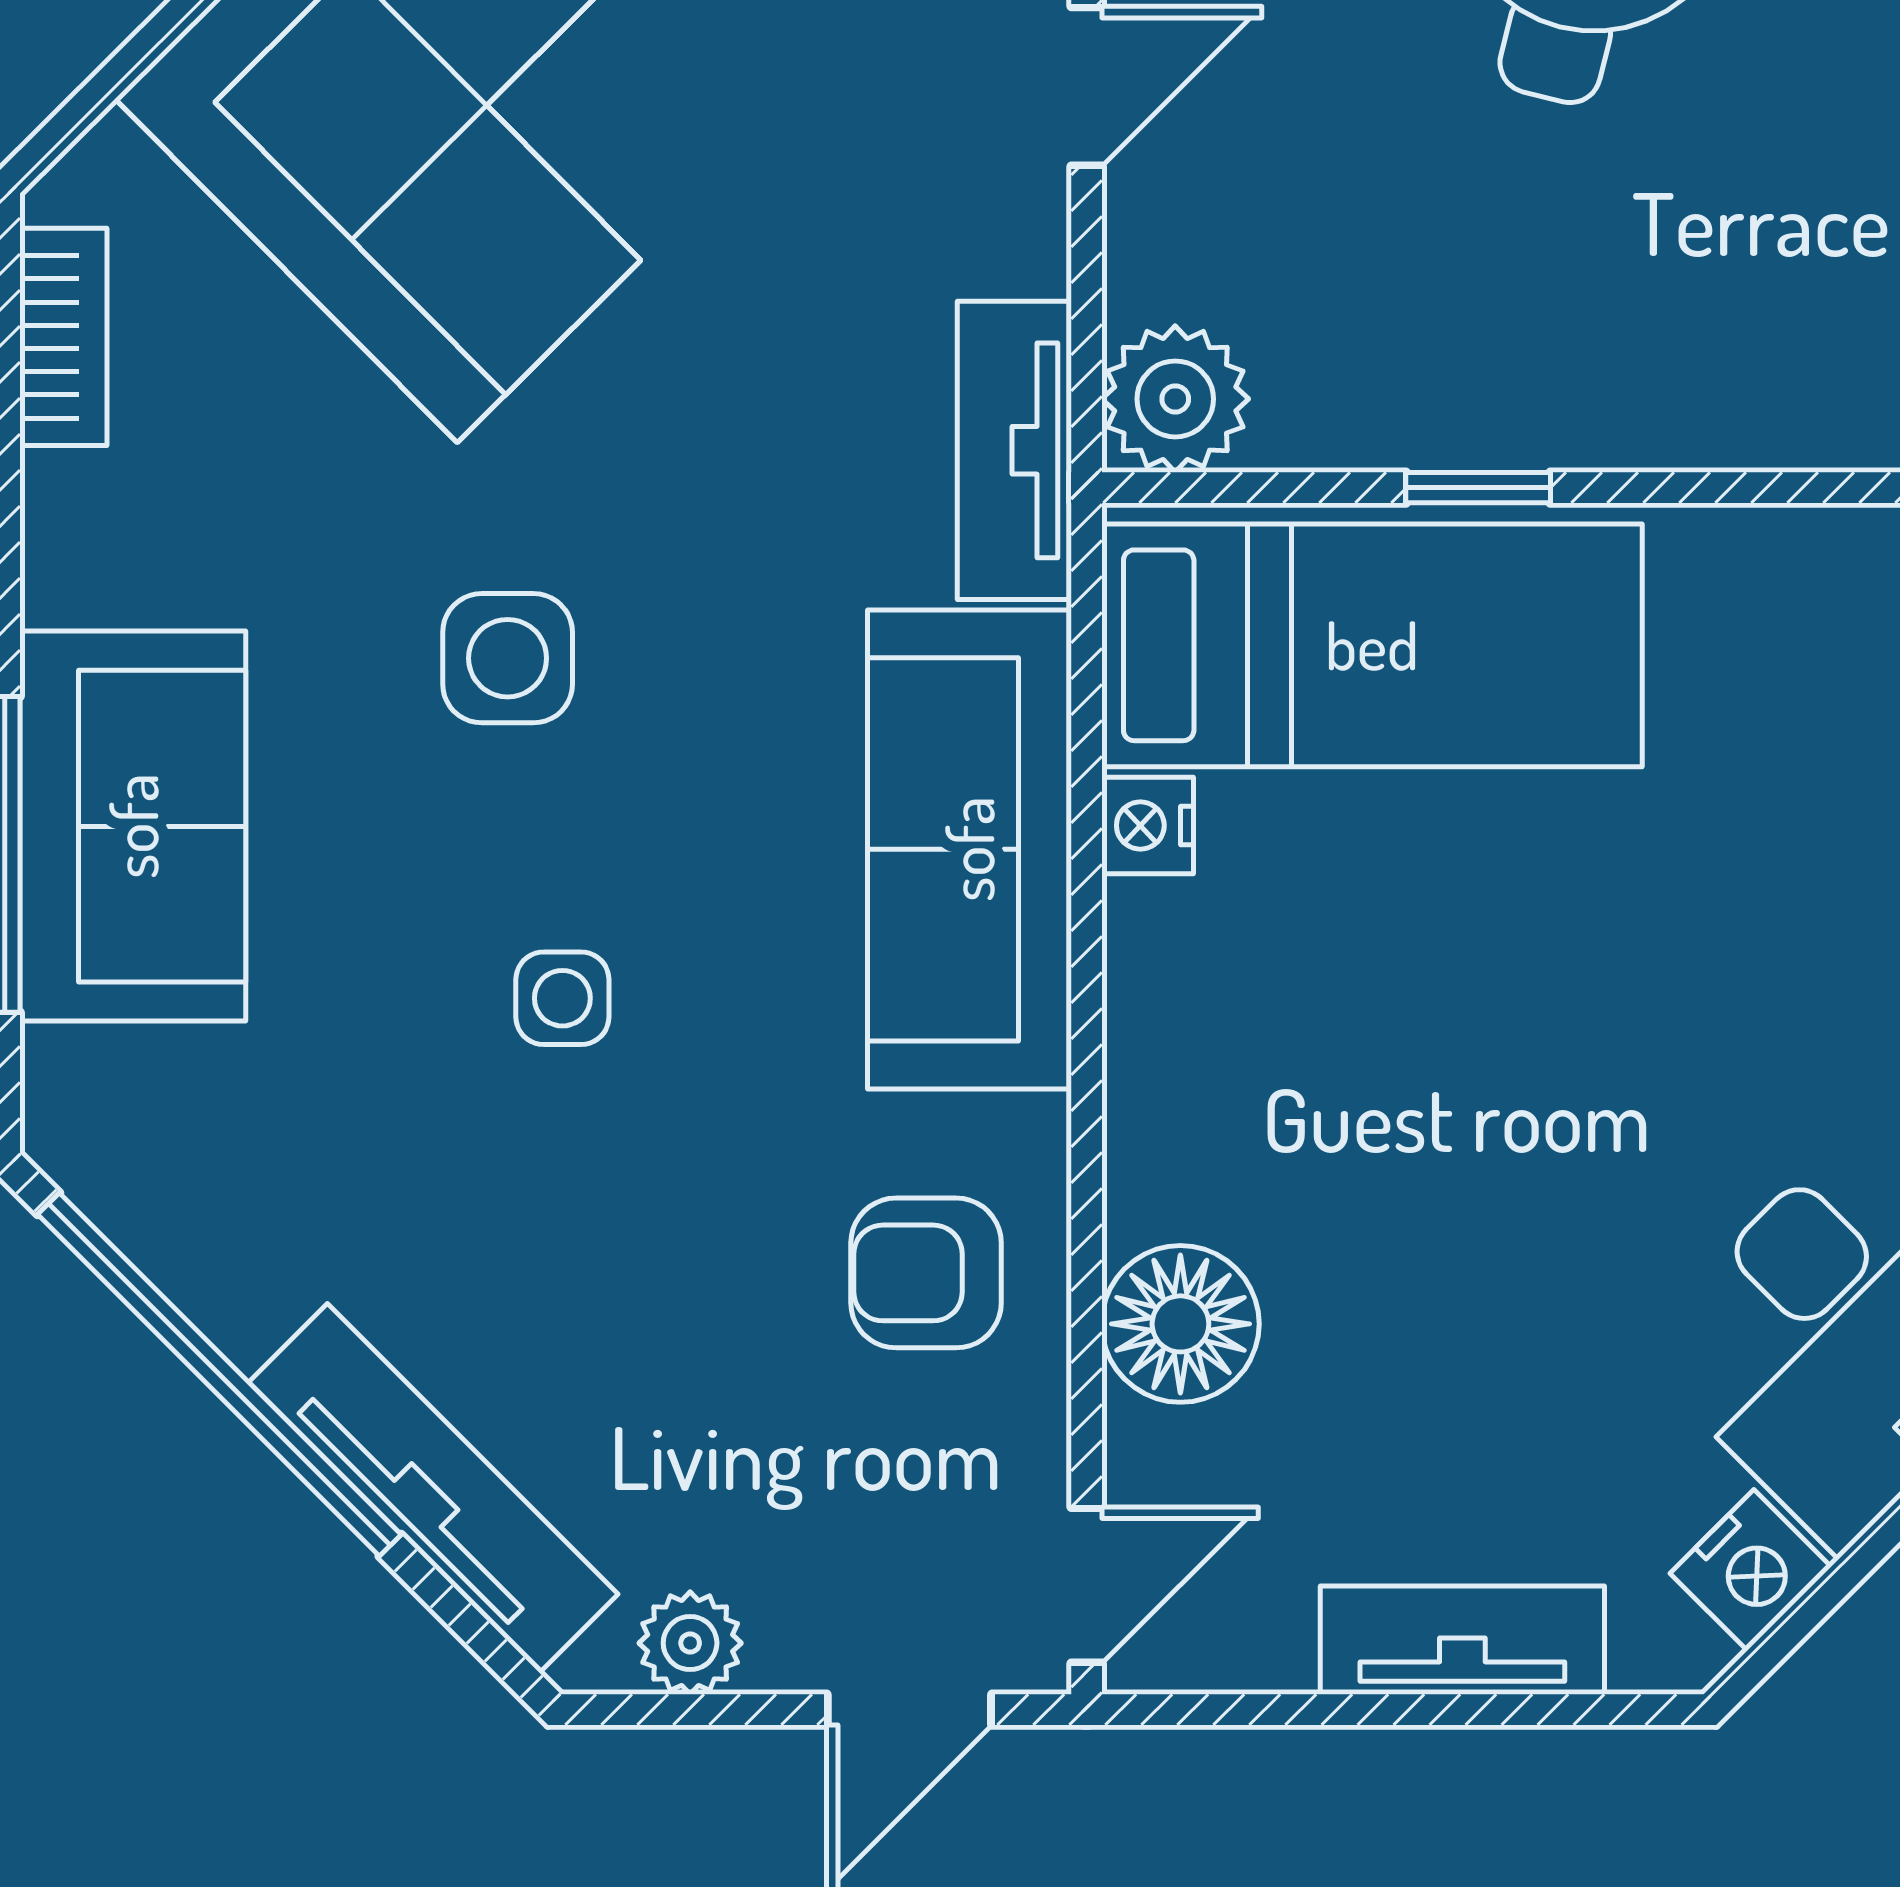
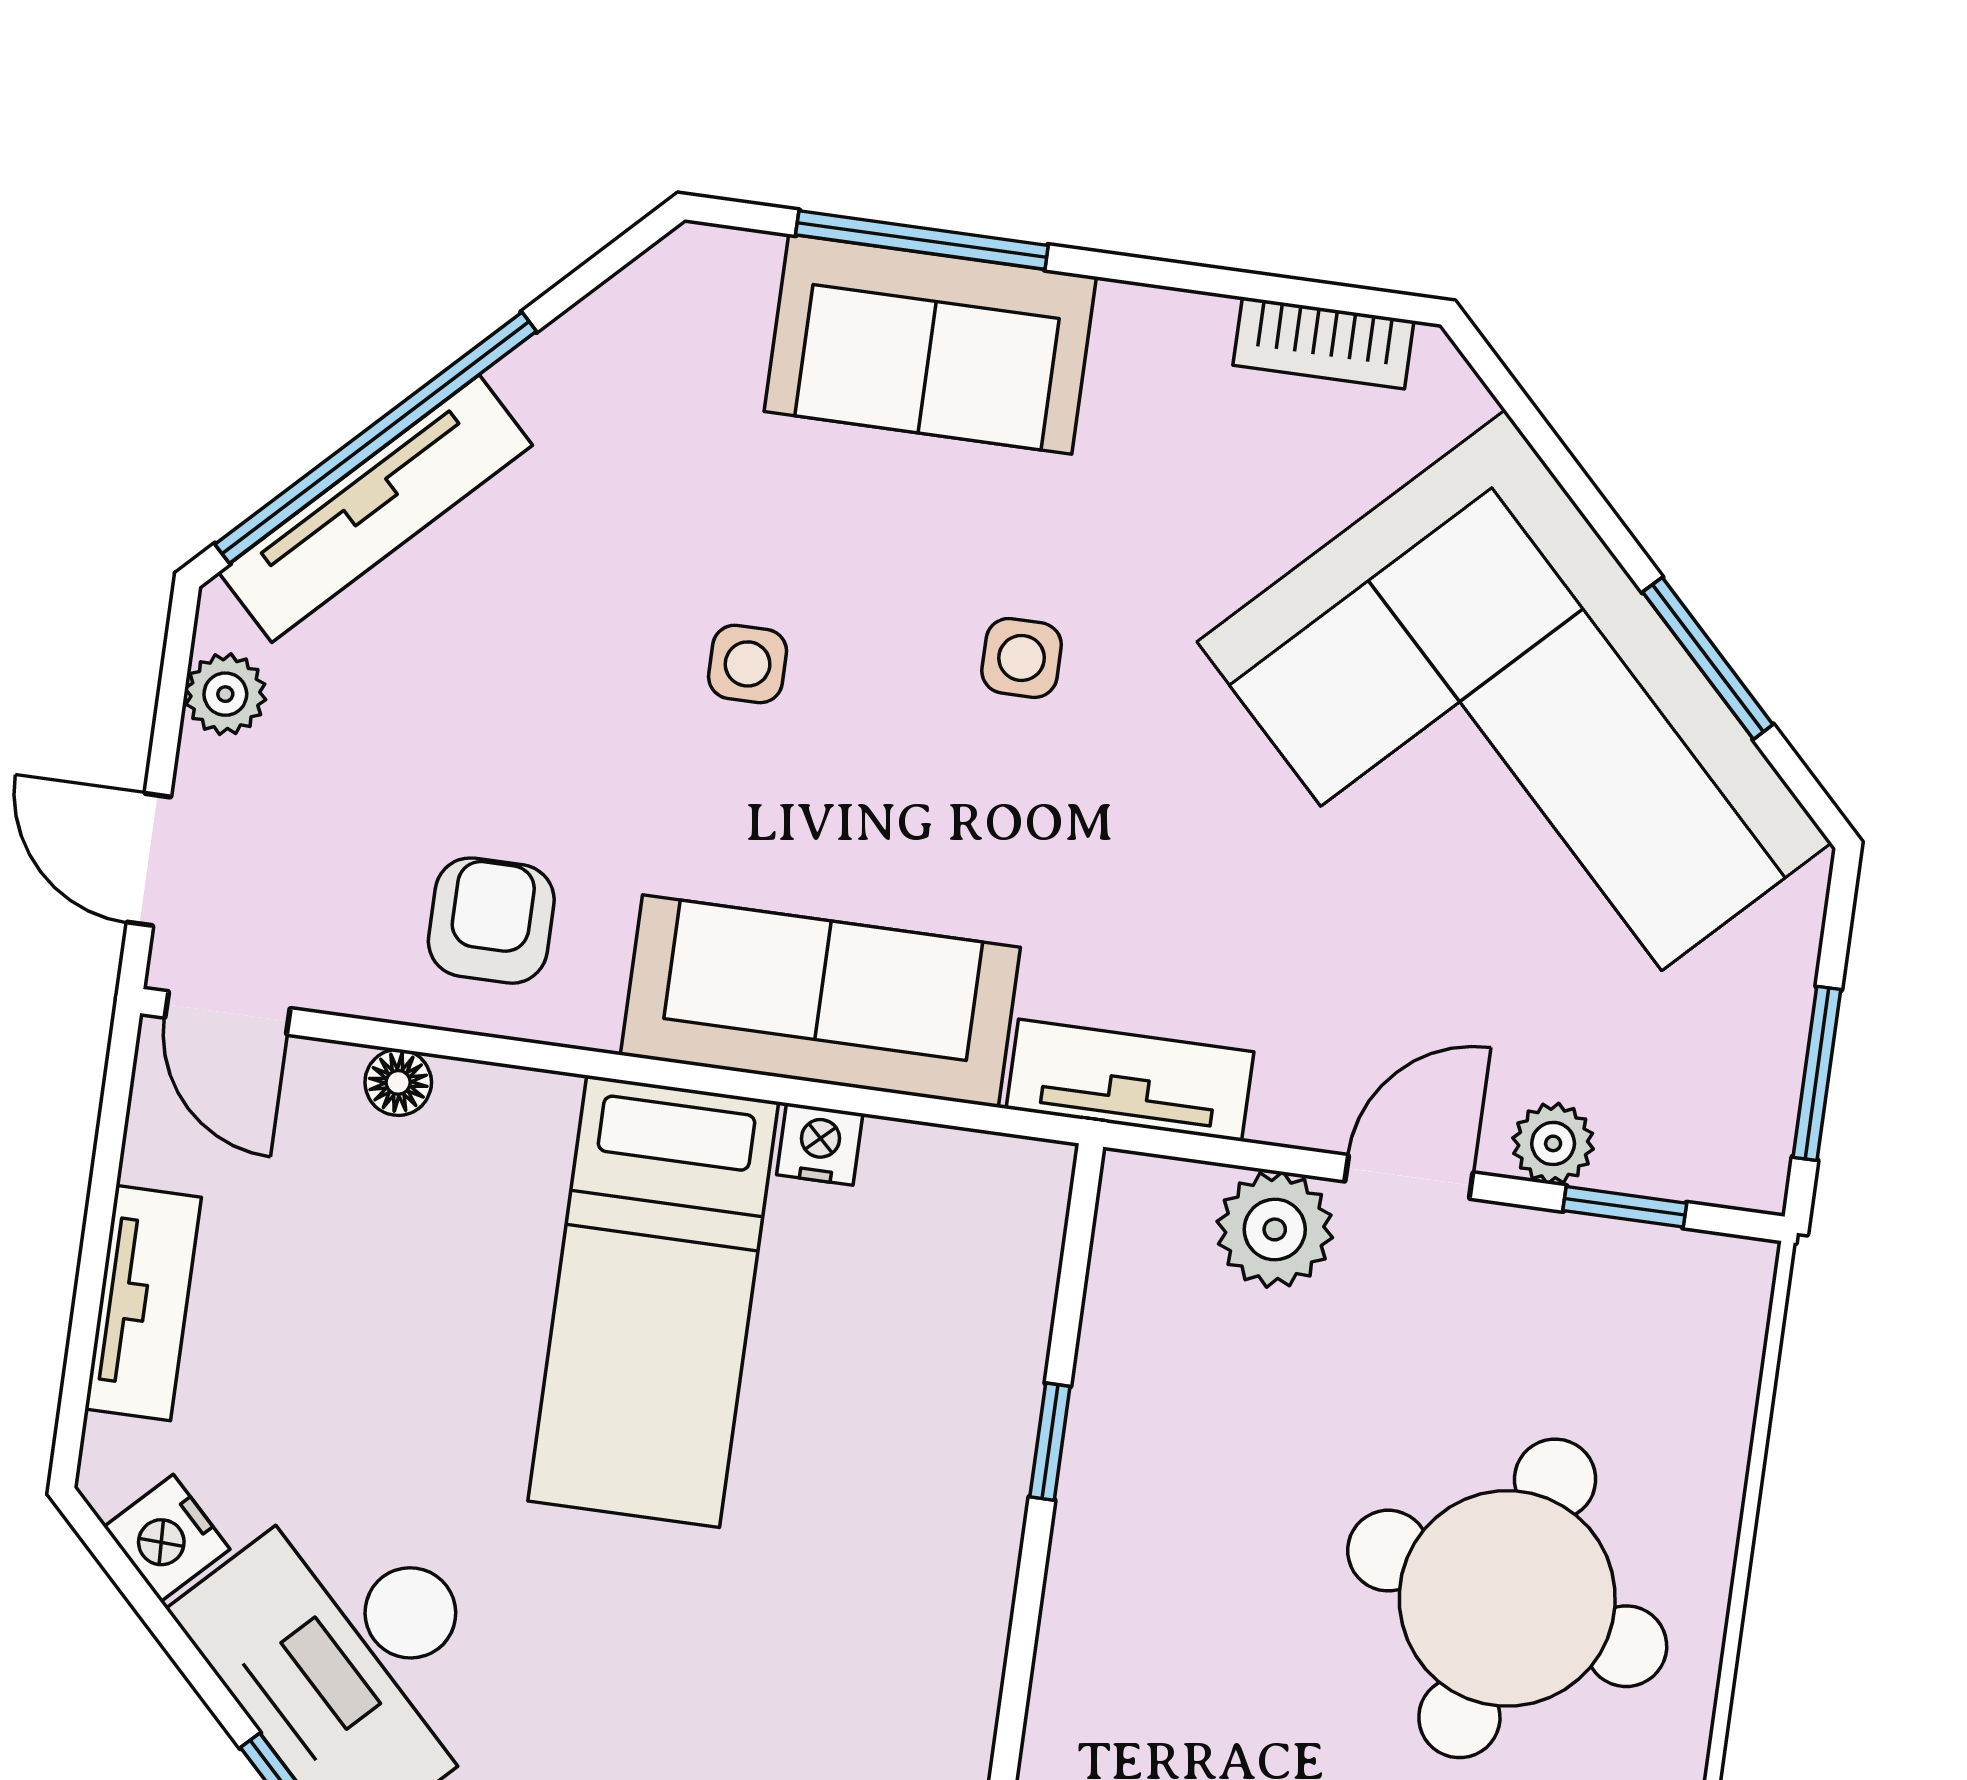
door: (1087, 86) -> (1409, 1177), swing flipped
plant: (1175, 399) -> (1275, 1229), moved
bed: (1372, 645) -> (653, 1301), moved
side table: (508, 658) -> (1022, 658), width x0.73, depth x0.73
floor lamp: (1180, 1324) -> (398, 1082), width x0.53, depth x0.53
window: (219, 1375) -> (376, 438), moved

